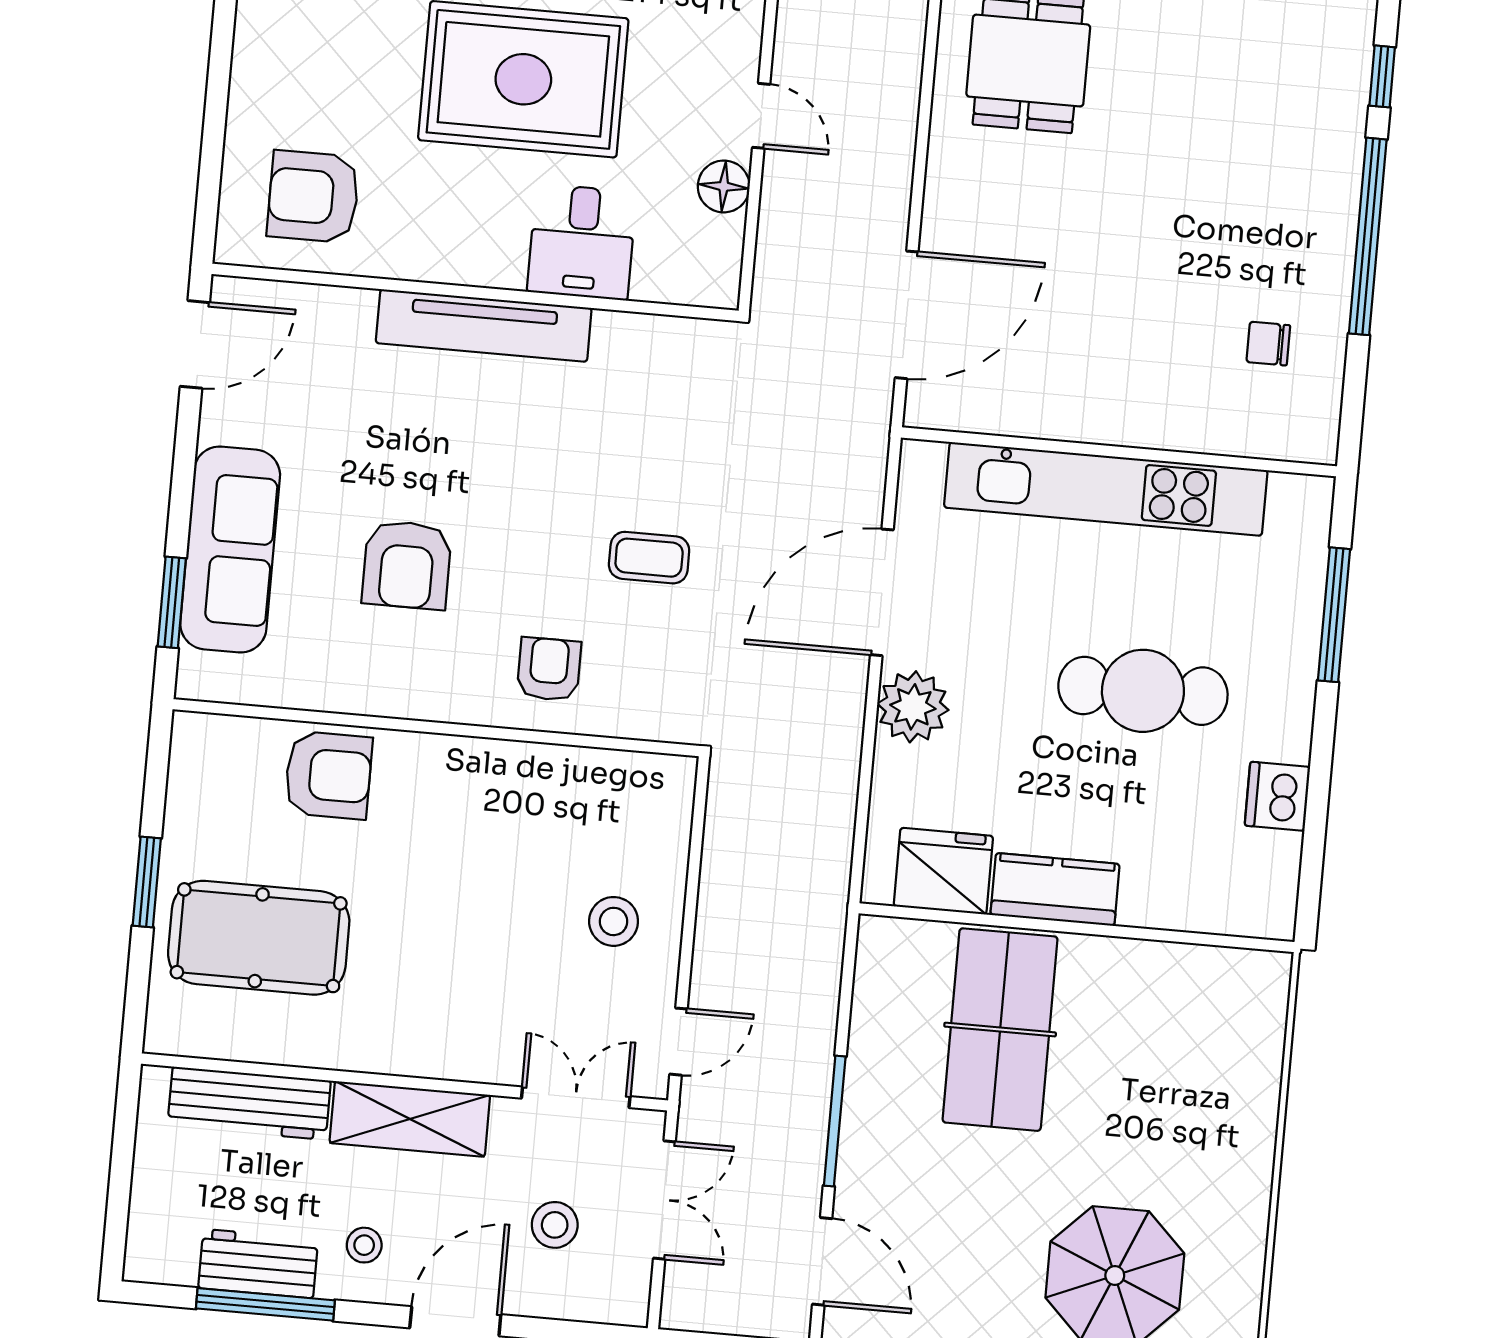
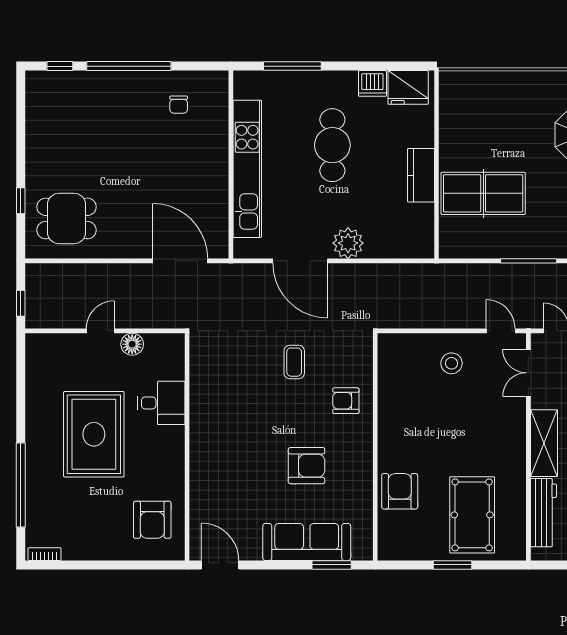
tv unit: (484, 325) -> (201, 442), removed
fridge: (943, 871) -> (408, 87), moved, turned -90

